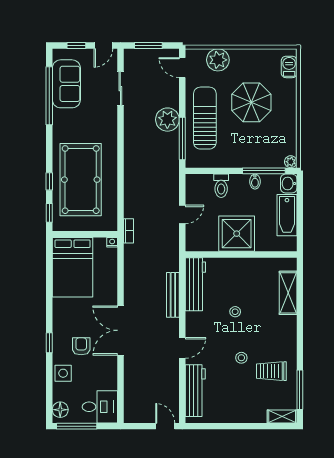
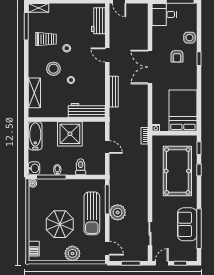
plant: (218, 60) -> (72, 253), moved
sofa: (66, 84) -> (187, 224), moved
door: (182, 214) -> (107, 147), swing flipped
bathtub: (287, 215) -> (35, 136), moved
workbench: (195, 284) -> (87, 110), moved, turned 90
stool: (261, 328) -> (53, 69), added
double door: (120, 330) -> (150, 67), swing flipped
door: (182, 348) -> (107, 55), hinge flipped
workbench: (195, 391) -> (98, 21), width x0.73
floor lamp: (60, 410) -> (191, 12), removed

